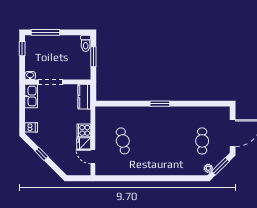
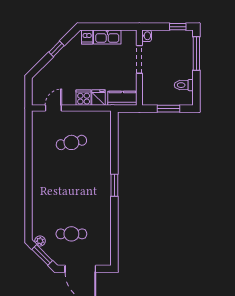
toilet: (86, 43) -> (184, 85), moved
kitchen sink: (31, 96) -> (107, 37), moved
fridge: (84, 143) -> (99, 98), moved

